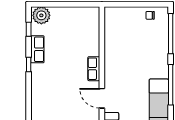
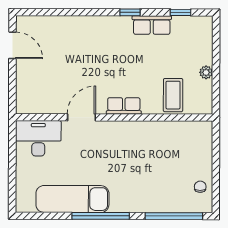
plant: (41, 15) -> (206, 72), moved, width x0.53, depth x0.53
coffee table: (86, 34) -> (173, 95), added

